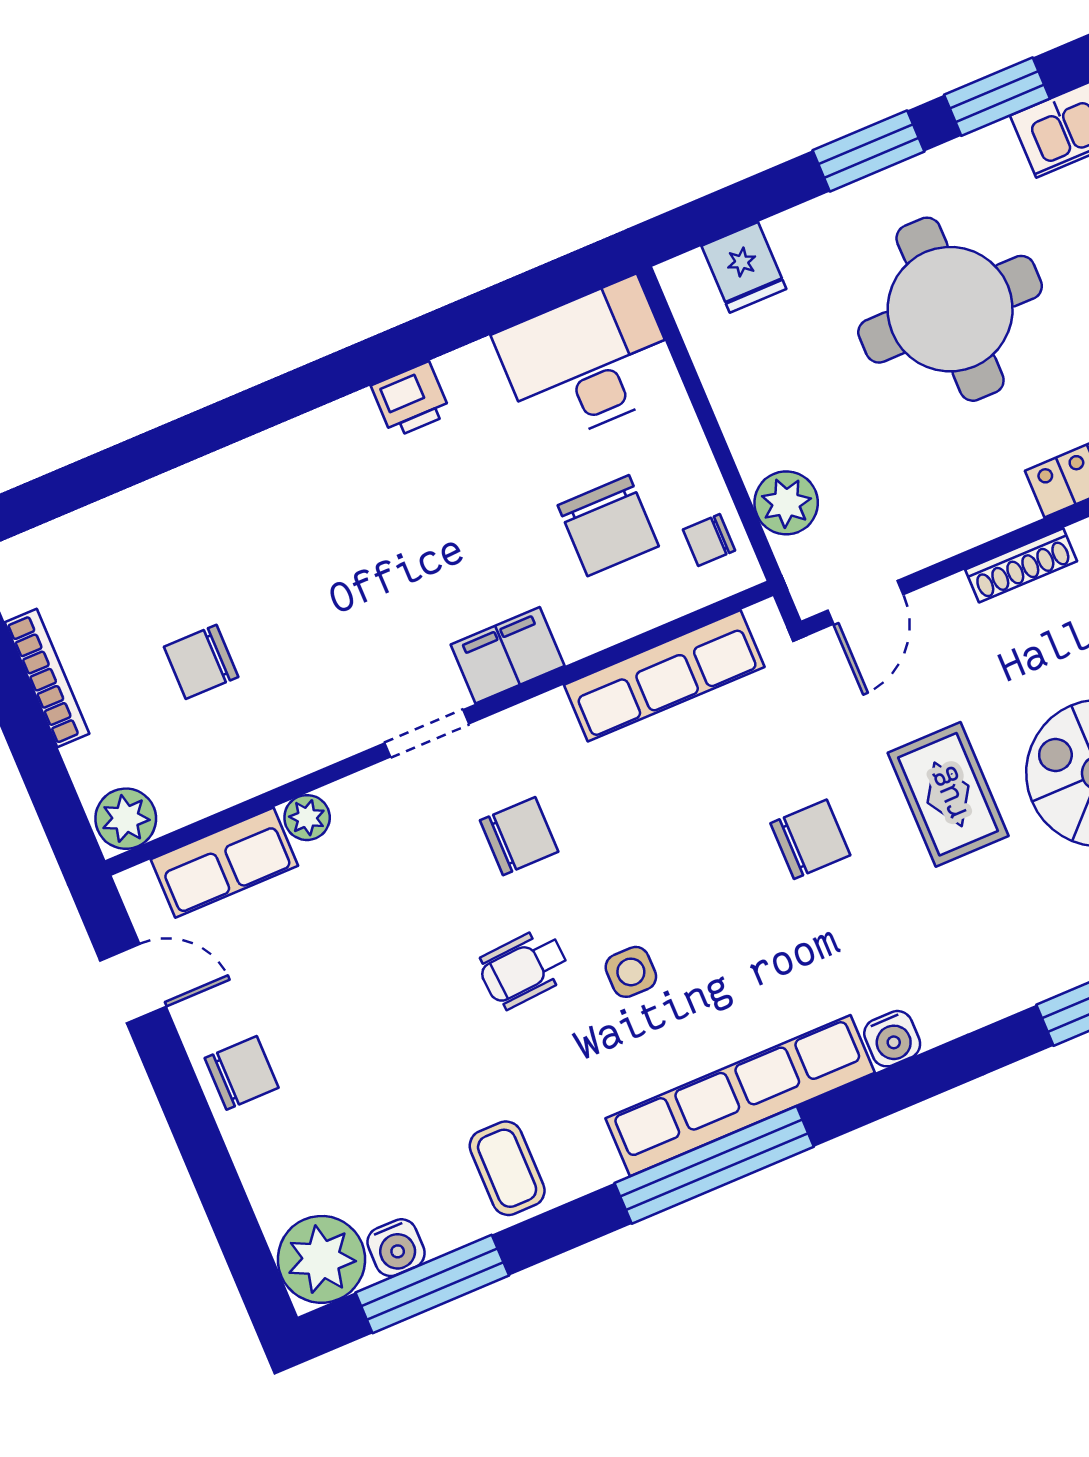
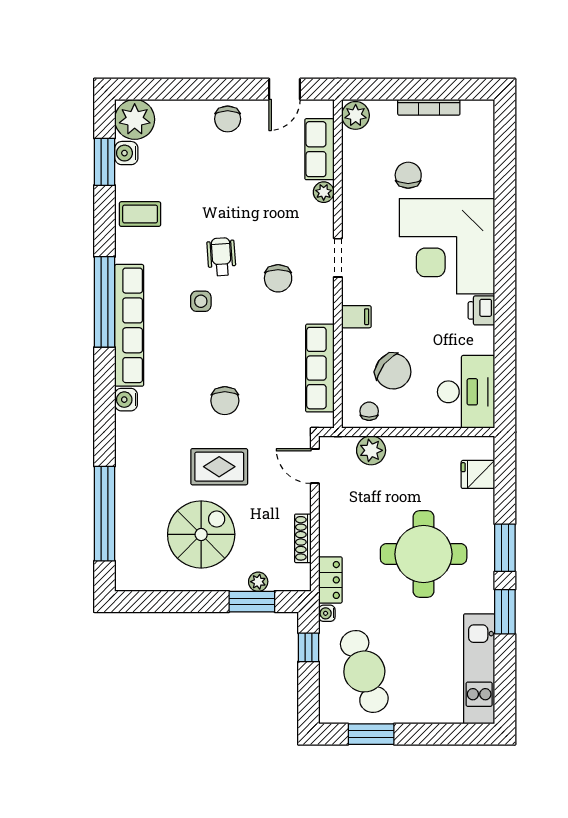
corner desk: (311, 524) -> (447, 246), added
chair: (608, 526) -> (393, 371), turned -142
filing cabinet: (508, 655) -> (356, 317), width x0.50
window: (432, 1284) -> (105, 162), width x0.69

